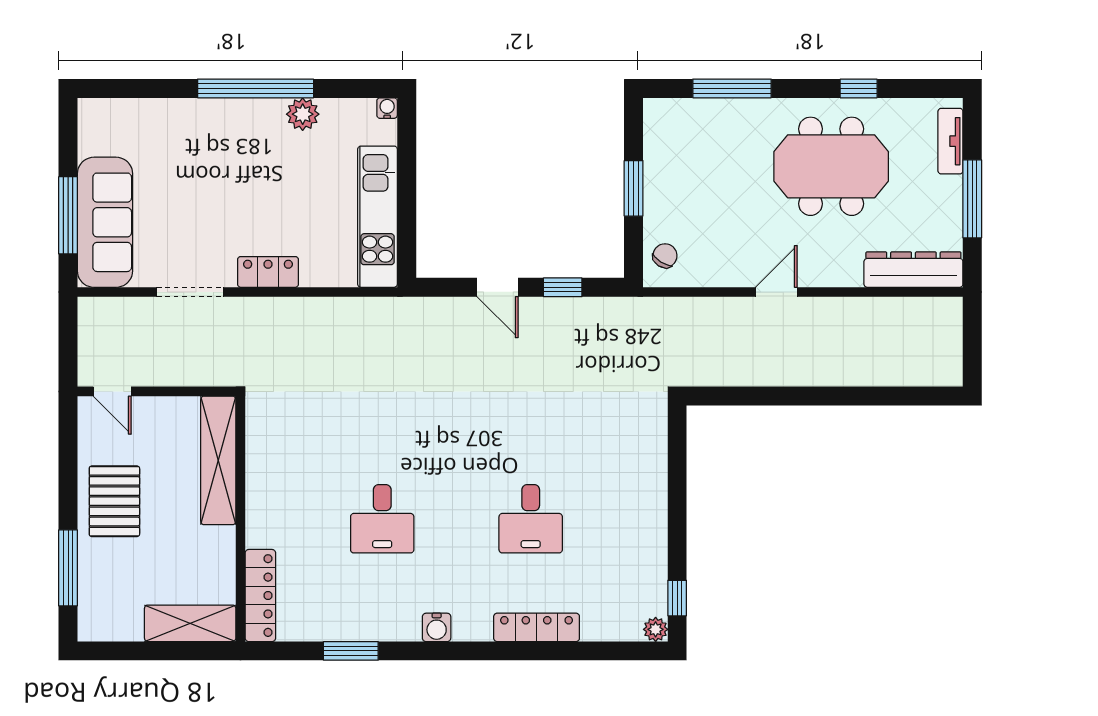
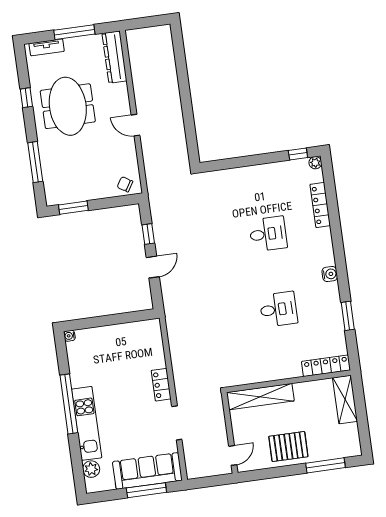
plant: (303, 114) -> (91, 469), moved
window: (634, 188) -> (73, 208), moved
kitchen unit: (378, 217) -> (87, 423), moved, turned -90
locker: (537, 627) -> (320, 205), moved

